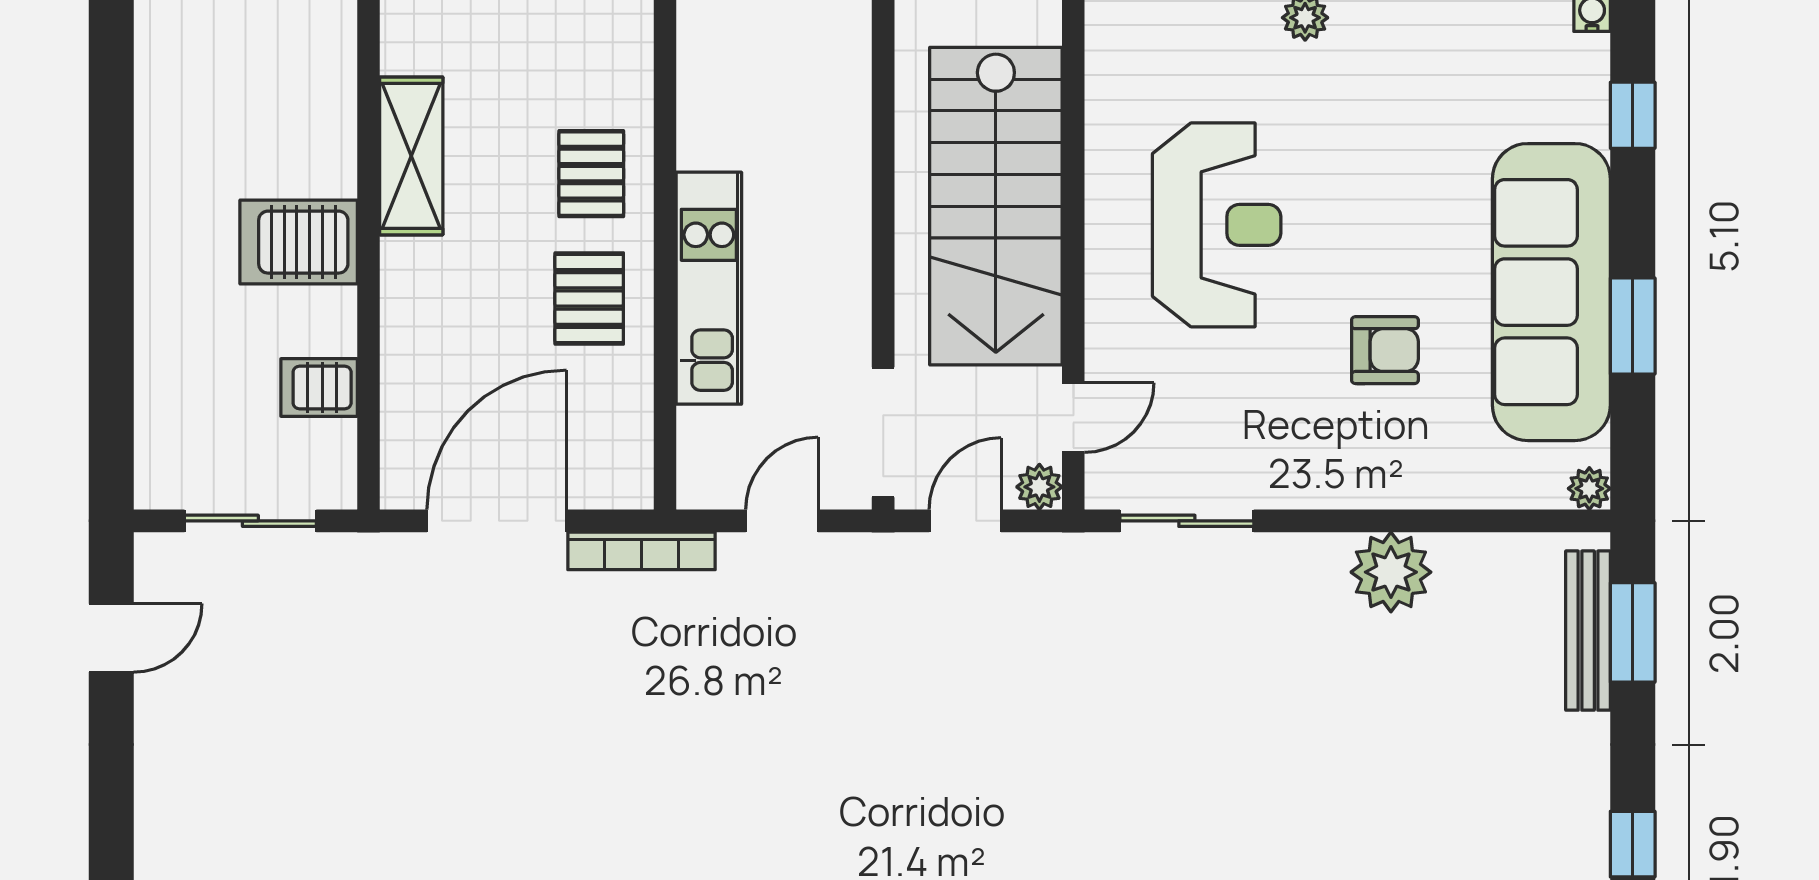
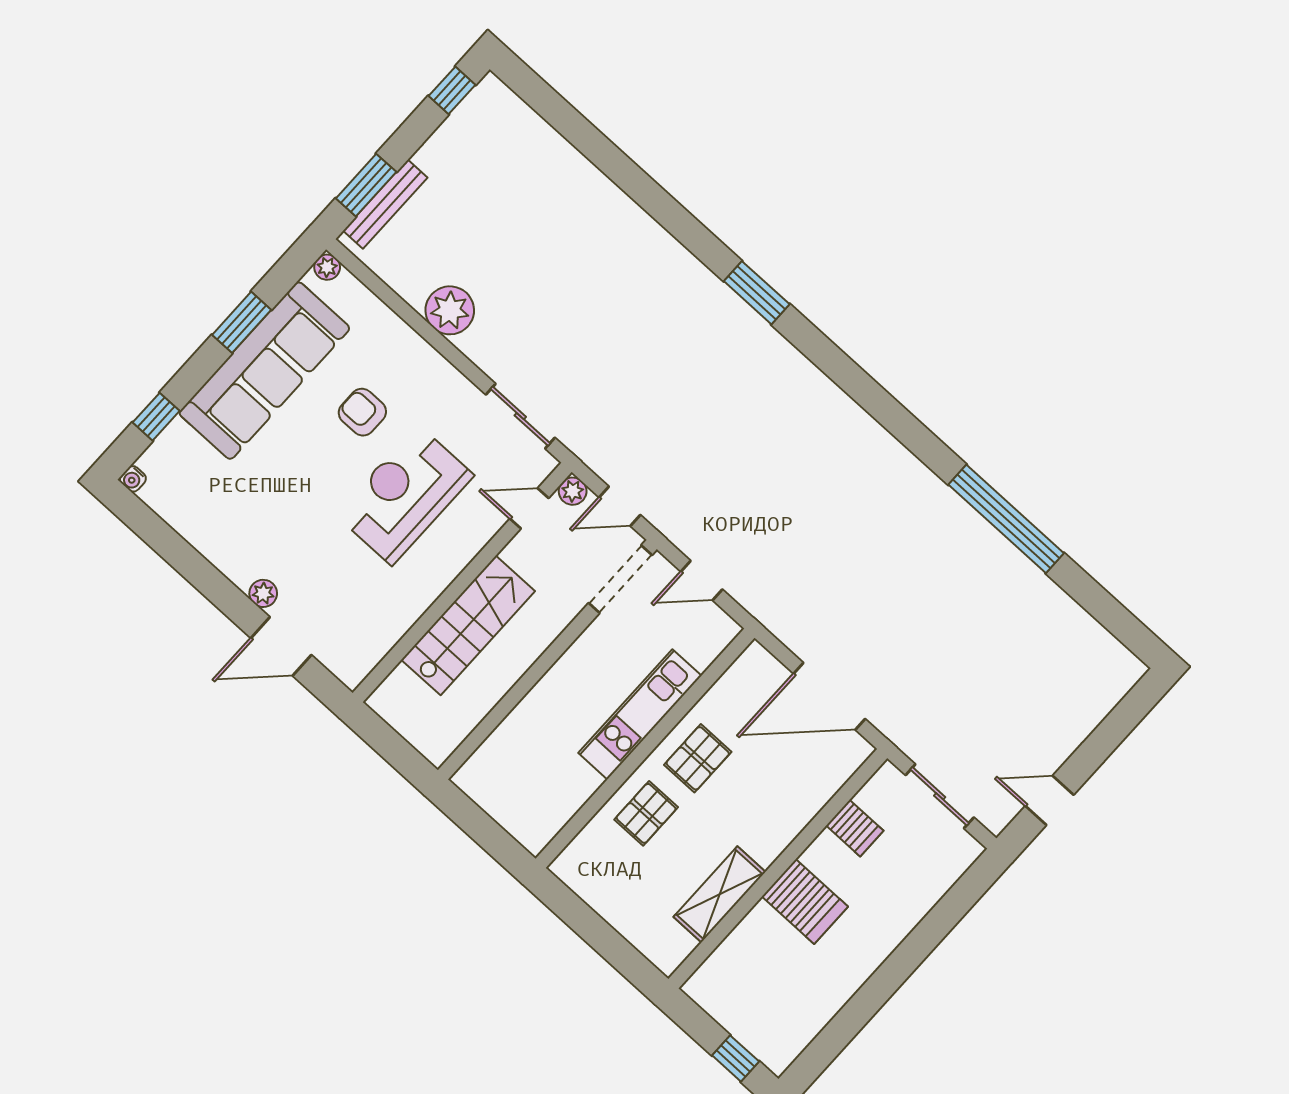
stairs: (996, 206) -> (468, 625), width x0.73, depth x0.66
reception desk: (1217, 225) -> (405, 495), moved
bookcase: (641, 551) -> (777, 624), removed

